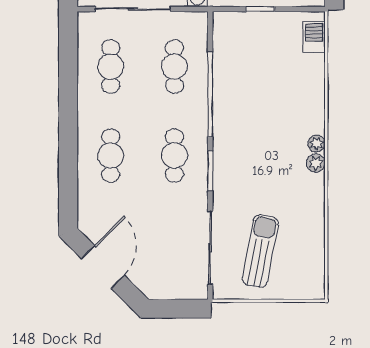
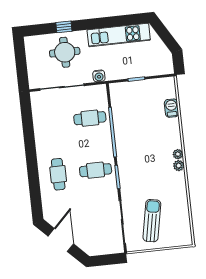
barbecue: (314, 37) -> (171, 108), moved
cafe table: (111, 67) -> (53, 122), removed
cafe table: (174, 67) -> (90, 118), turned 90
cafe table: (174, 155) -> (96, 170), turned 90

